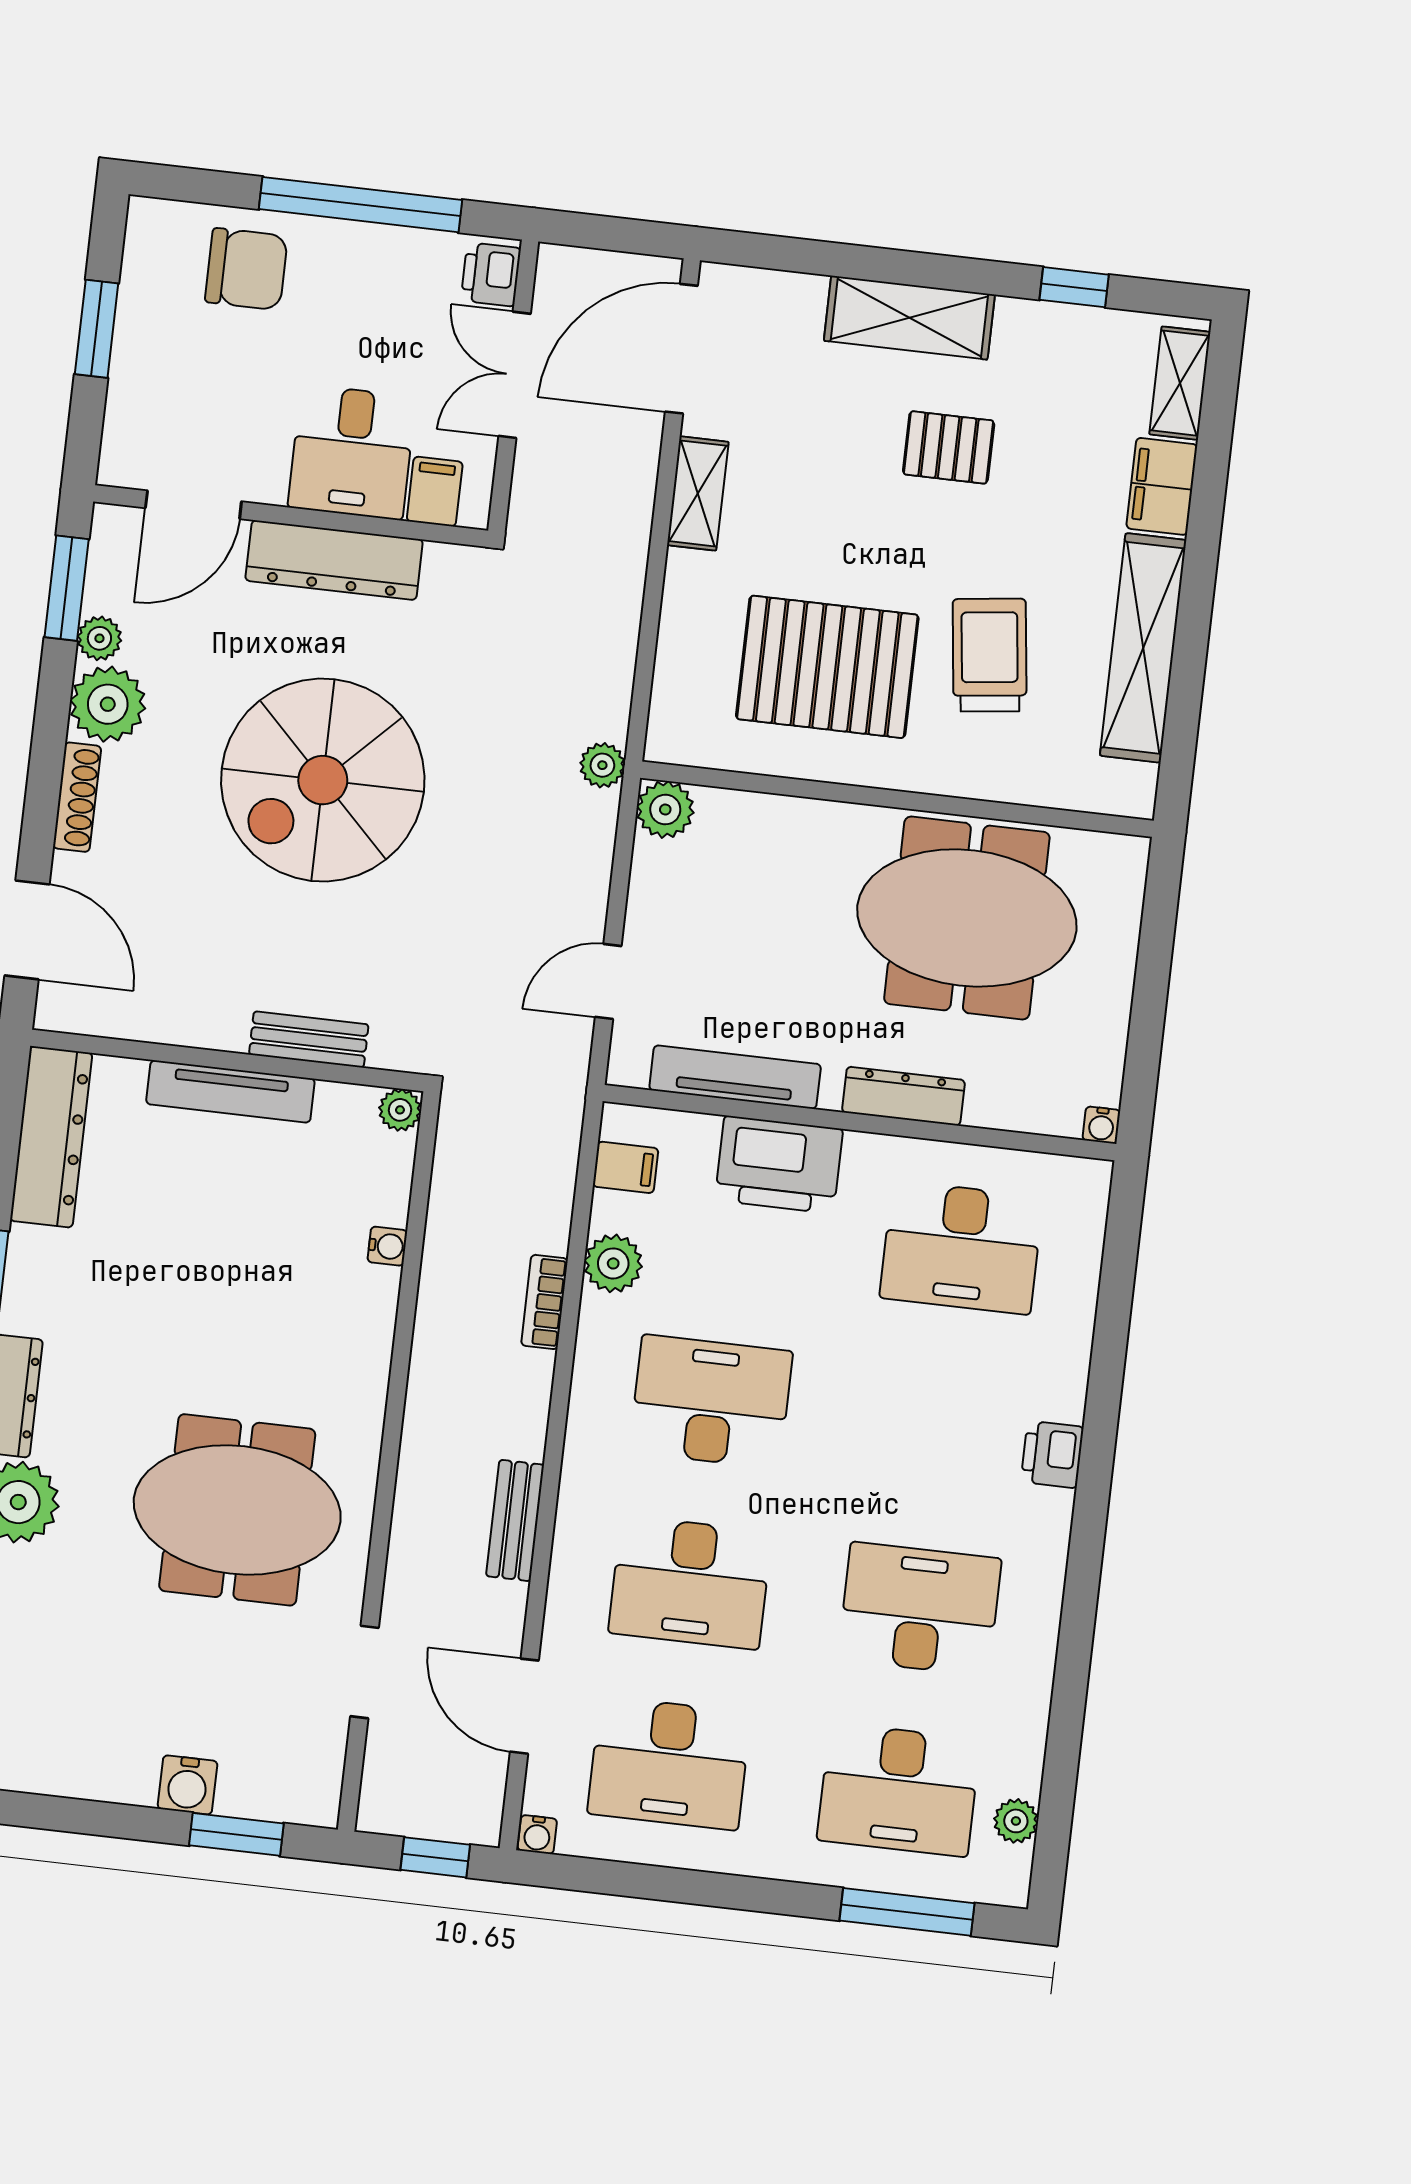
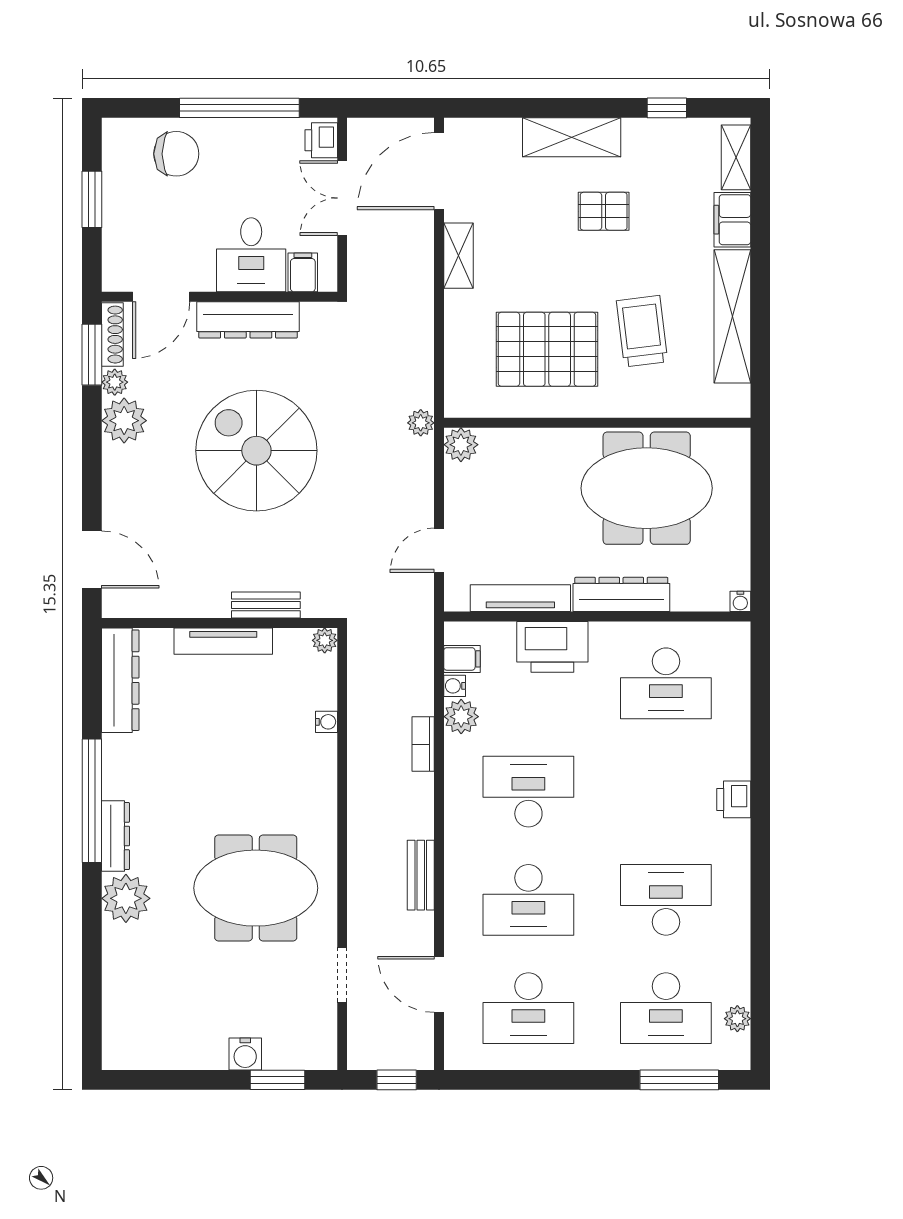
spiral stairs: (323, 780) -> (256, 451), turned 90
shoe rack: (77, 797) -> (112, 335), moved
dresser: (903, 1096) -> (621, 594), width x1.37, depth x1.24
water cooler: (537, 1835) -> (455, 686), moved, turned 90

